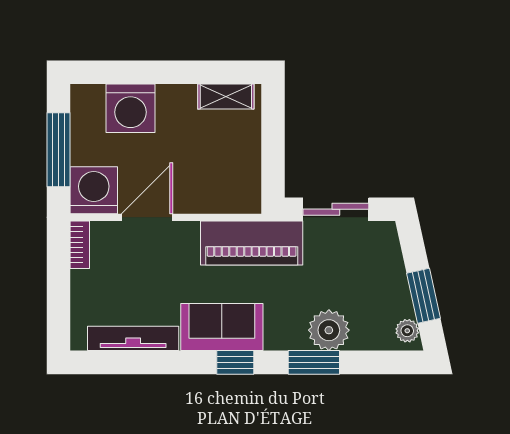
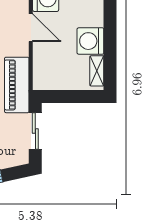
washing machine: (130, 108) -> (90, 41), moved

